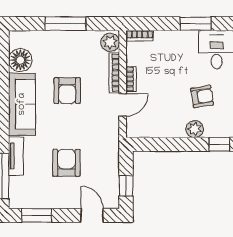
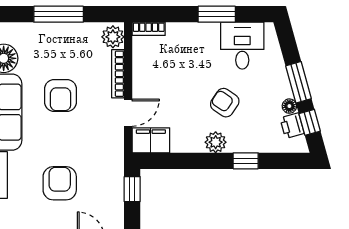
bookcase: (131, 79) -> (138, 81), removed
armchair: (202, 96) -> (225, 103), turned -137
filing cabinet: (141, 127) -> (151, 140), added
window: (126, 186) -> (132, 189), moved

